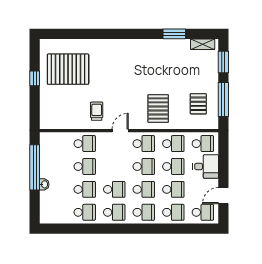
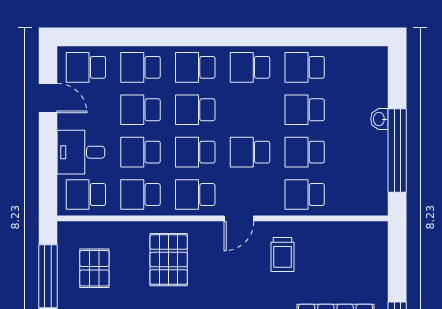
school desk: (114, 189) -> (250, 152), moved
door: (223, 196) -> (48, 98), hinge flipped

